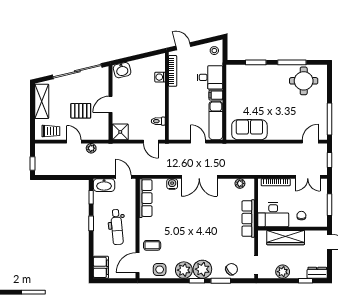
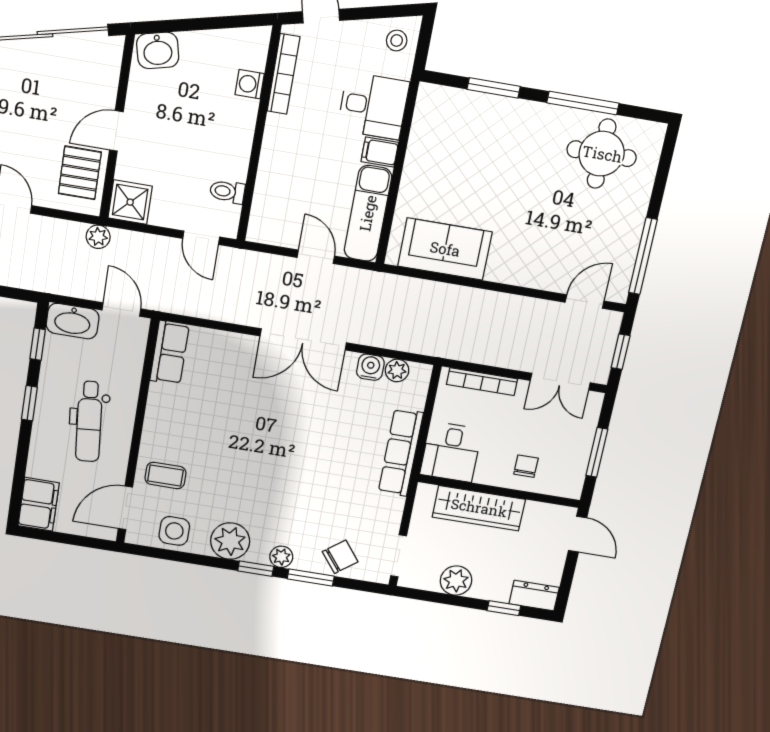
pallet: (81, 111) -> (80, 173), moved, turned 90
plant: (91, 148) -> (98, 237), moved
water cooler: (172, 184) -> (370, 367), moved
row of seats: (146, 198) -> (170, 353), width x0.68
desk: (273, 215) -> (451, 452), width x0.73
plant: (202, 269) -> (281, 557), width x0.53, depth x0.53

